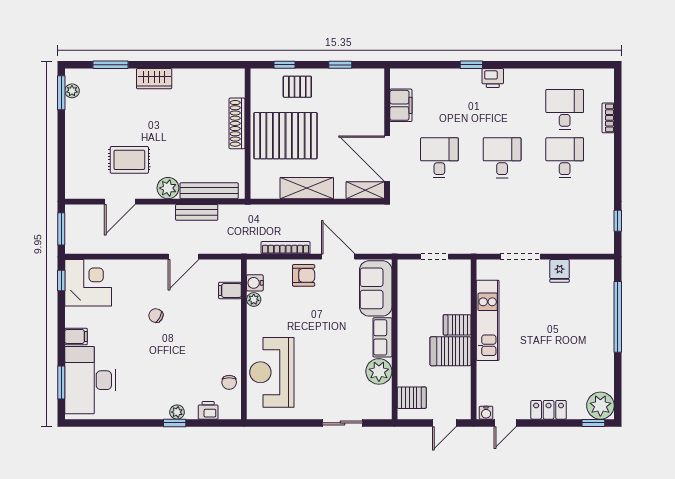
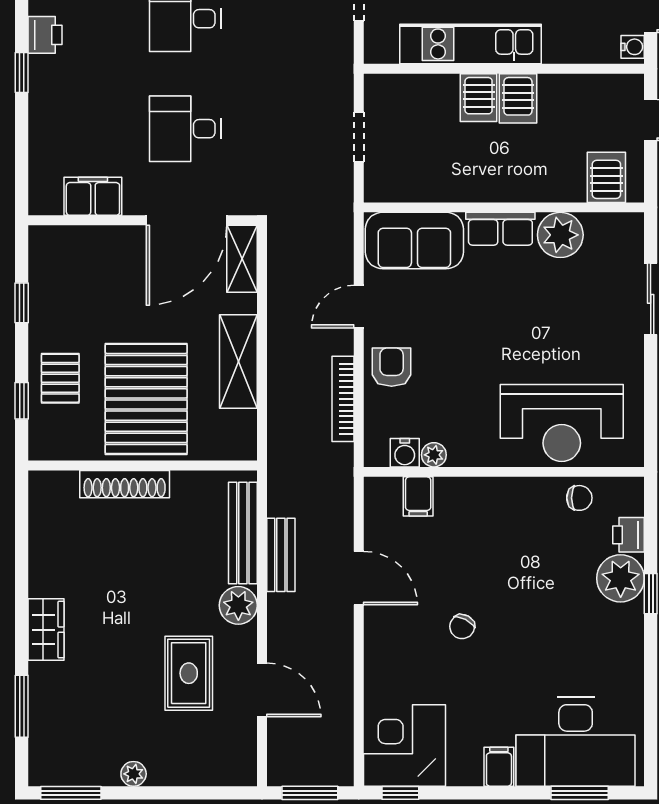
plant: (72, 91) -> (134, 774), moved
door: (338, 257) -> (359, 307), width x0.73
server rack: (450, 351) -> (518, 98), width x0.73, depth x0.70
plant: (177, 412) -> (621, 578), width x1.87, depth x1.87

